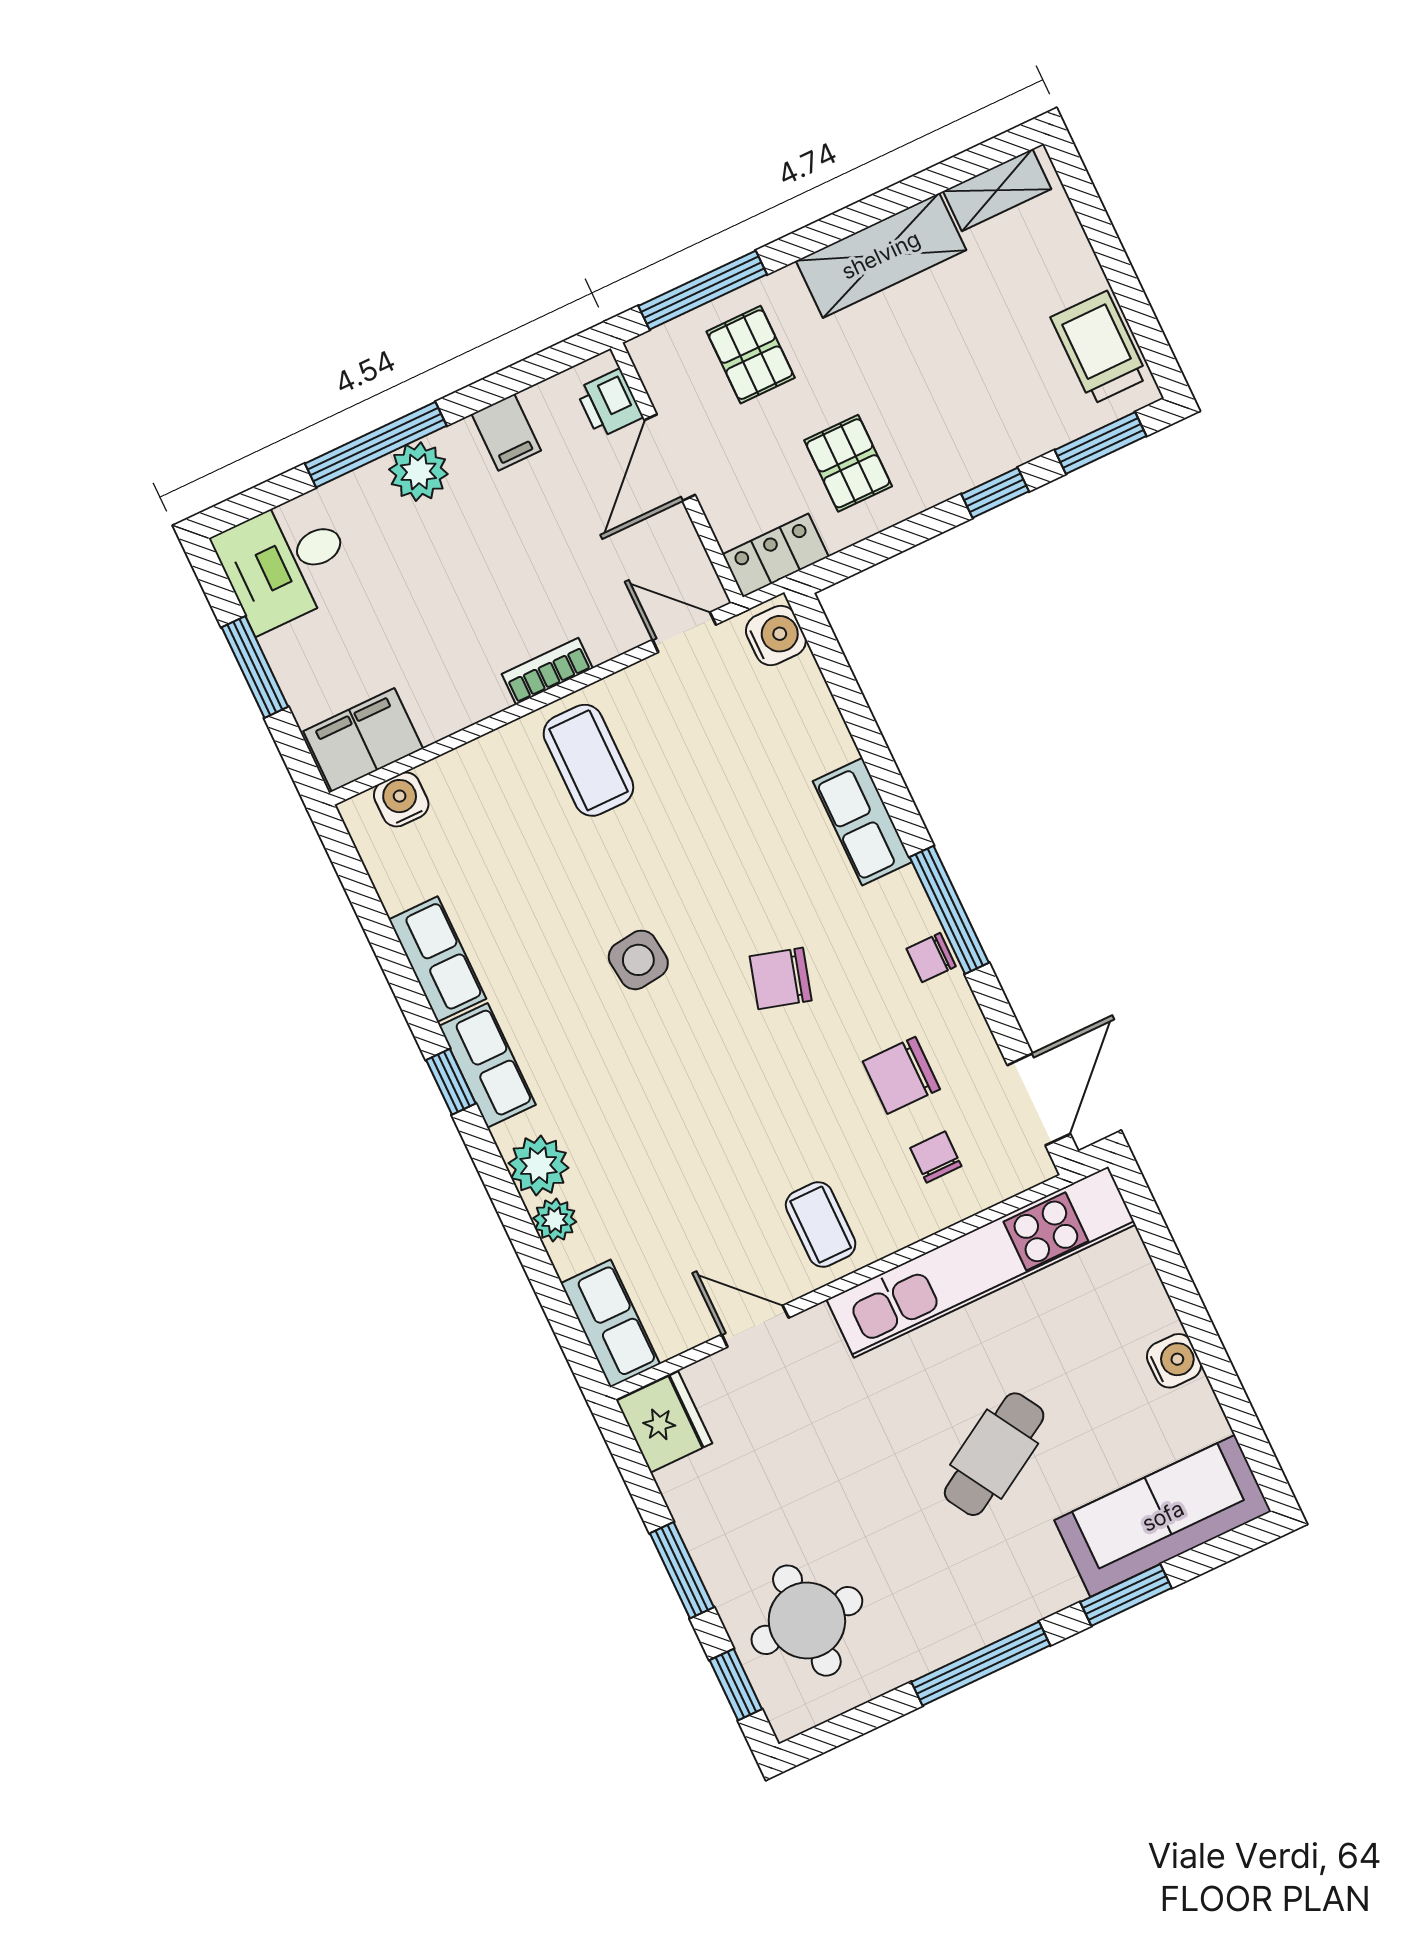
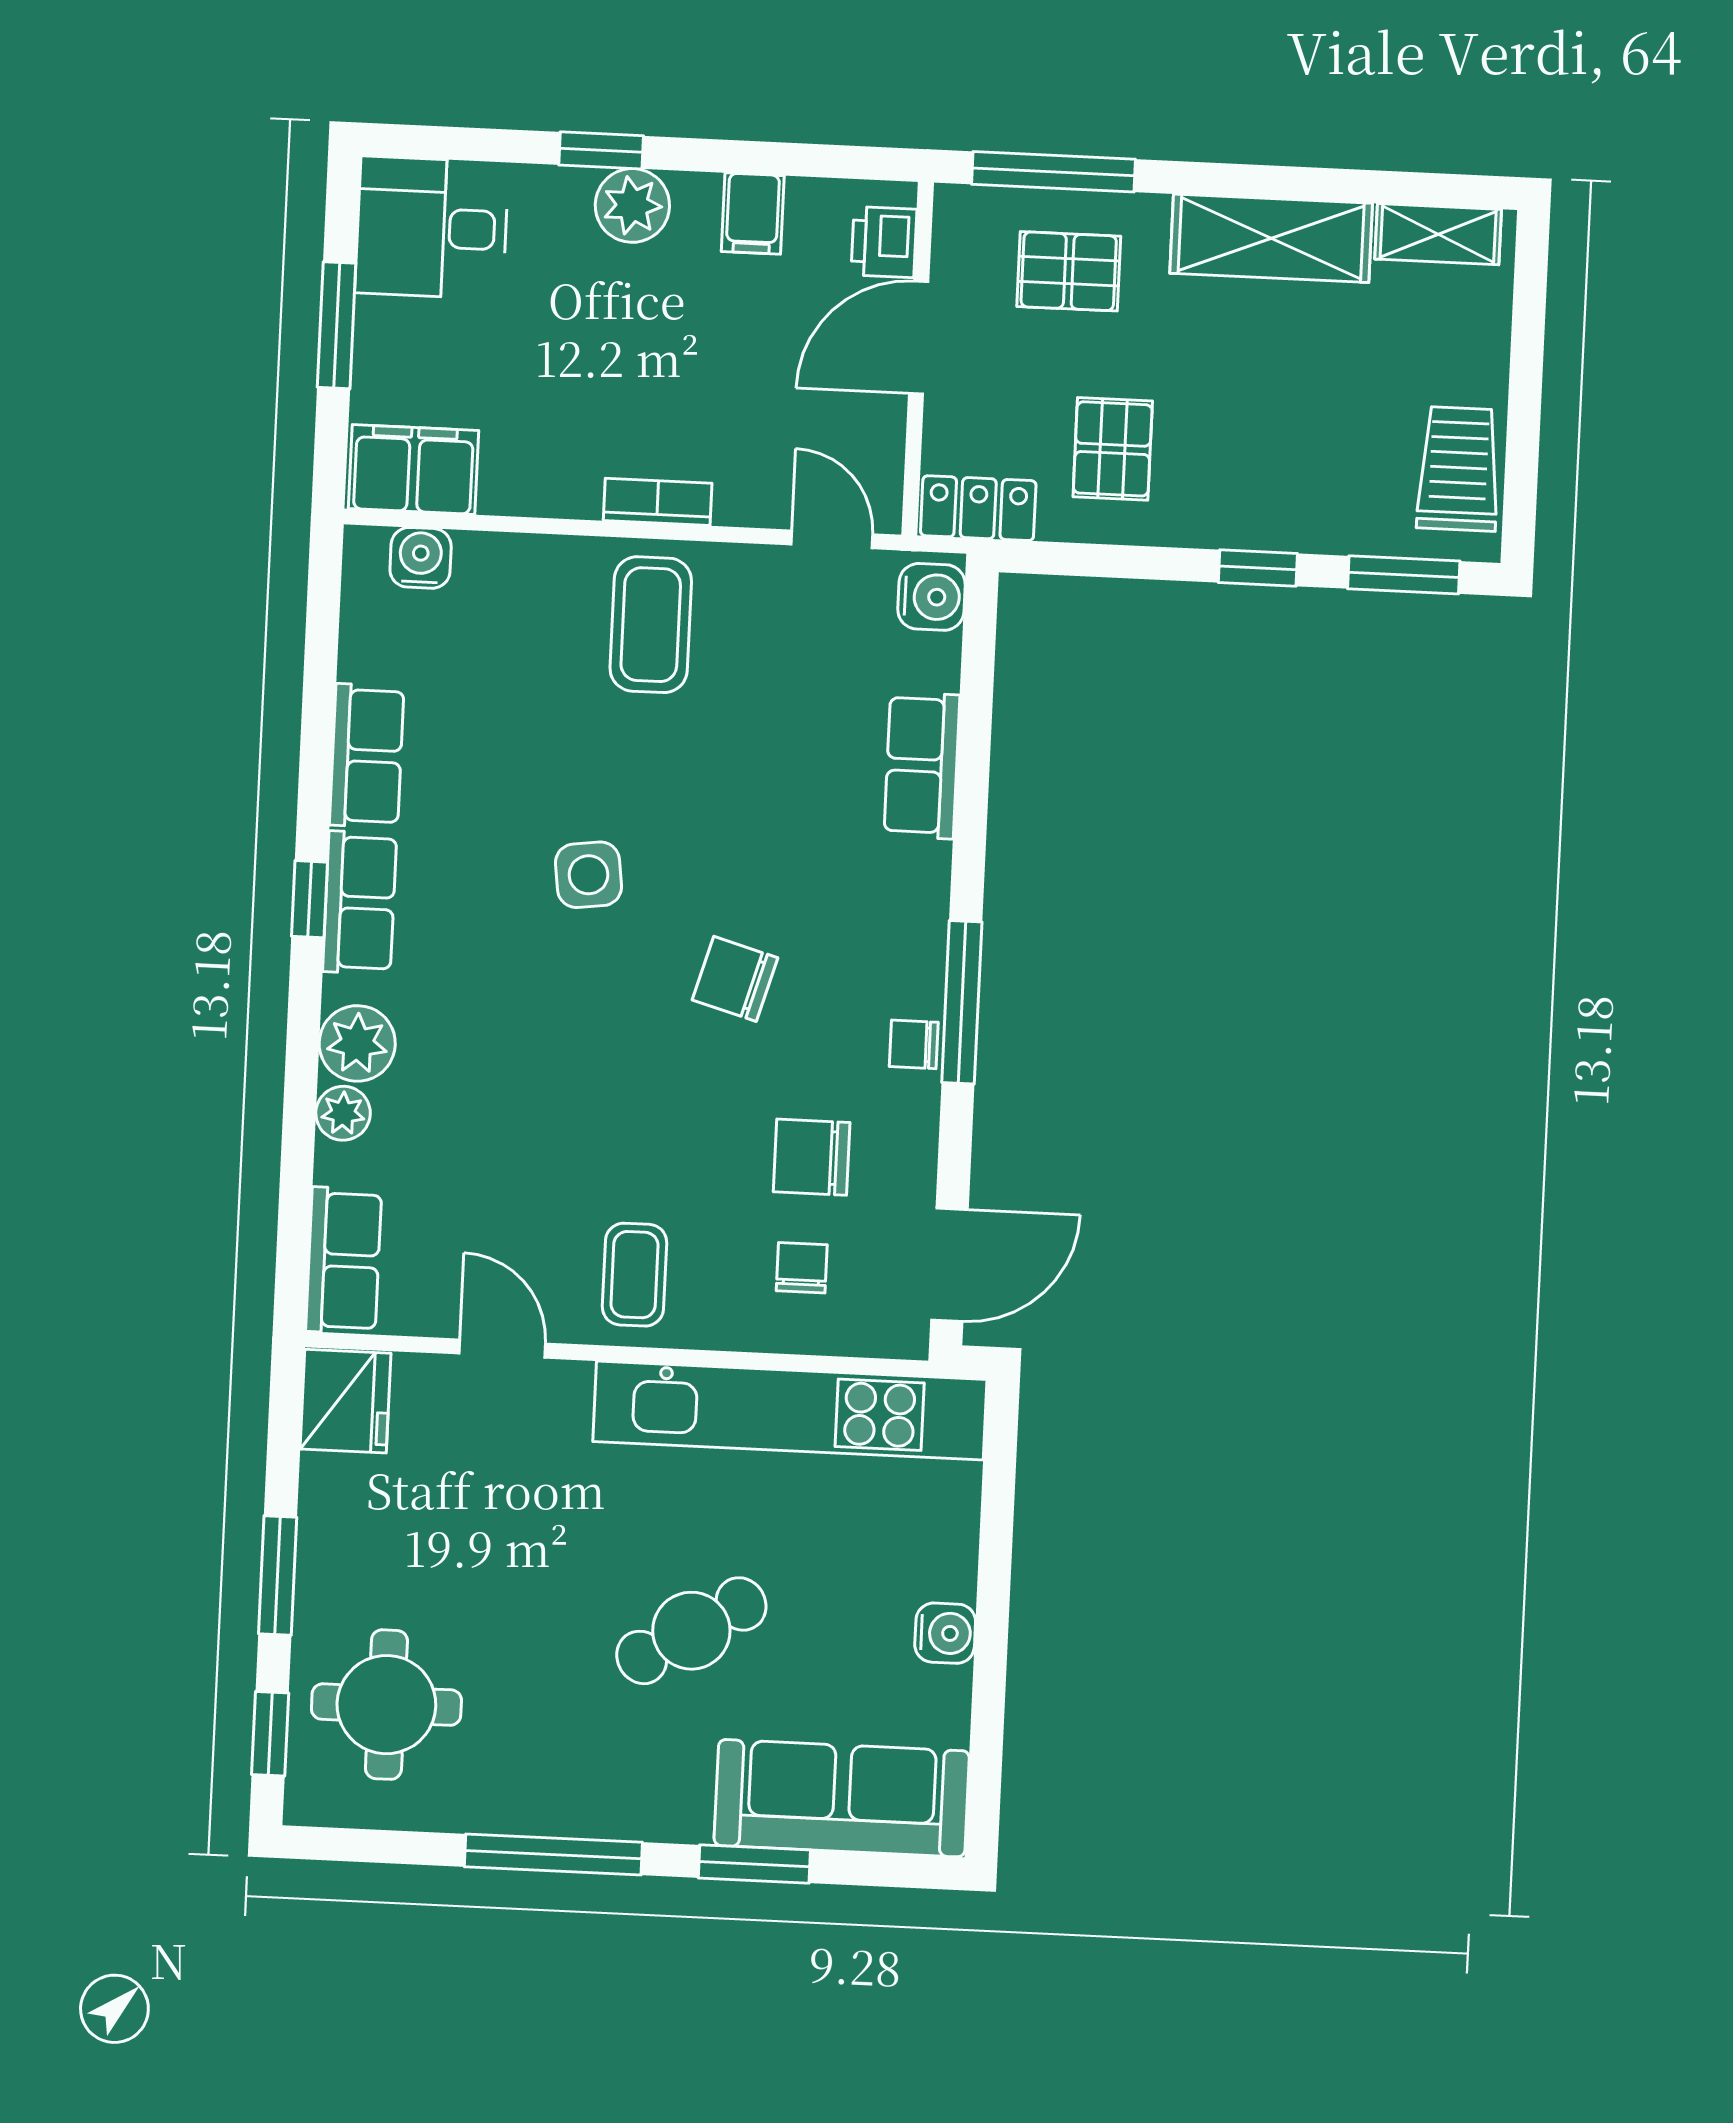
pallet: (751, 355) -> (1069, 271), turned 90
window: (376, 445) -> (601, 150), width x0.46
row of seats: (862, 822) -> (922, 765), moved

